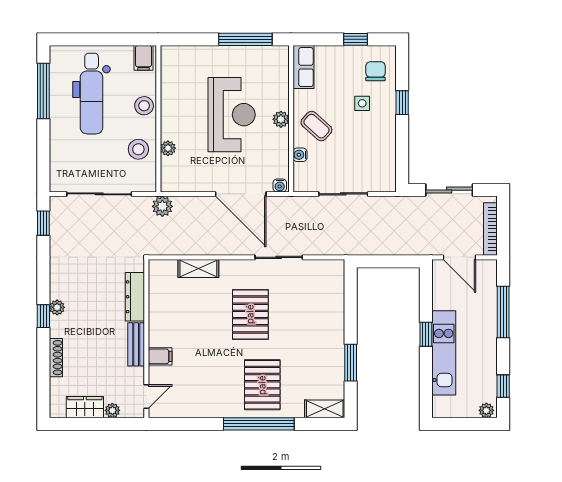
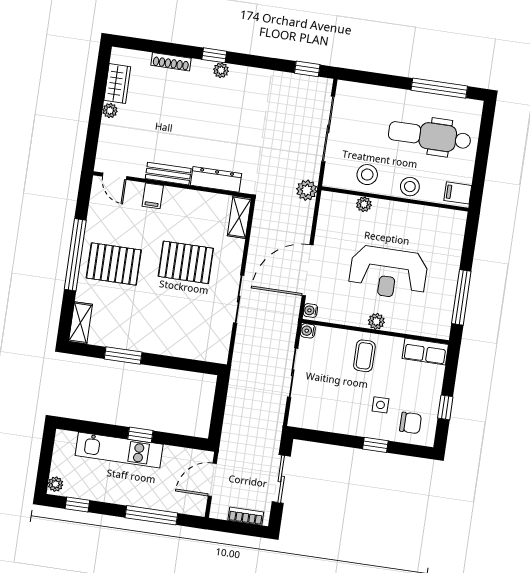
coffee table: (316, 126) -> (364, 356), turned -42
water cooler: (300, 155) -> (308, 331), moved, turned -90
bookcase: (490, 229) -> (246, 516), width x0.64
dresser: (135, 297) -> (216, 179), moved
wall: (146, 339) -> (172, 185), moved
bench: (136, 344) -> (168, 174), moved
filing cabinet: (160, 356) -> (153, 196), moved
door: (146, 397) -> (115, 176), moved

